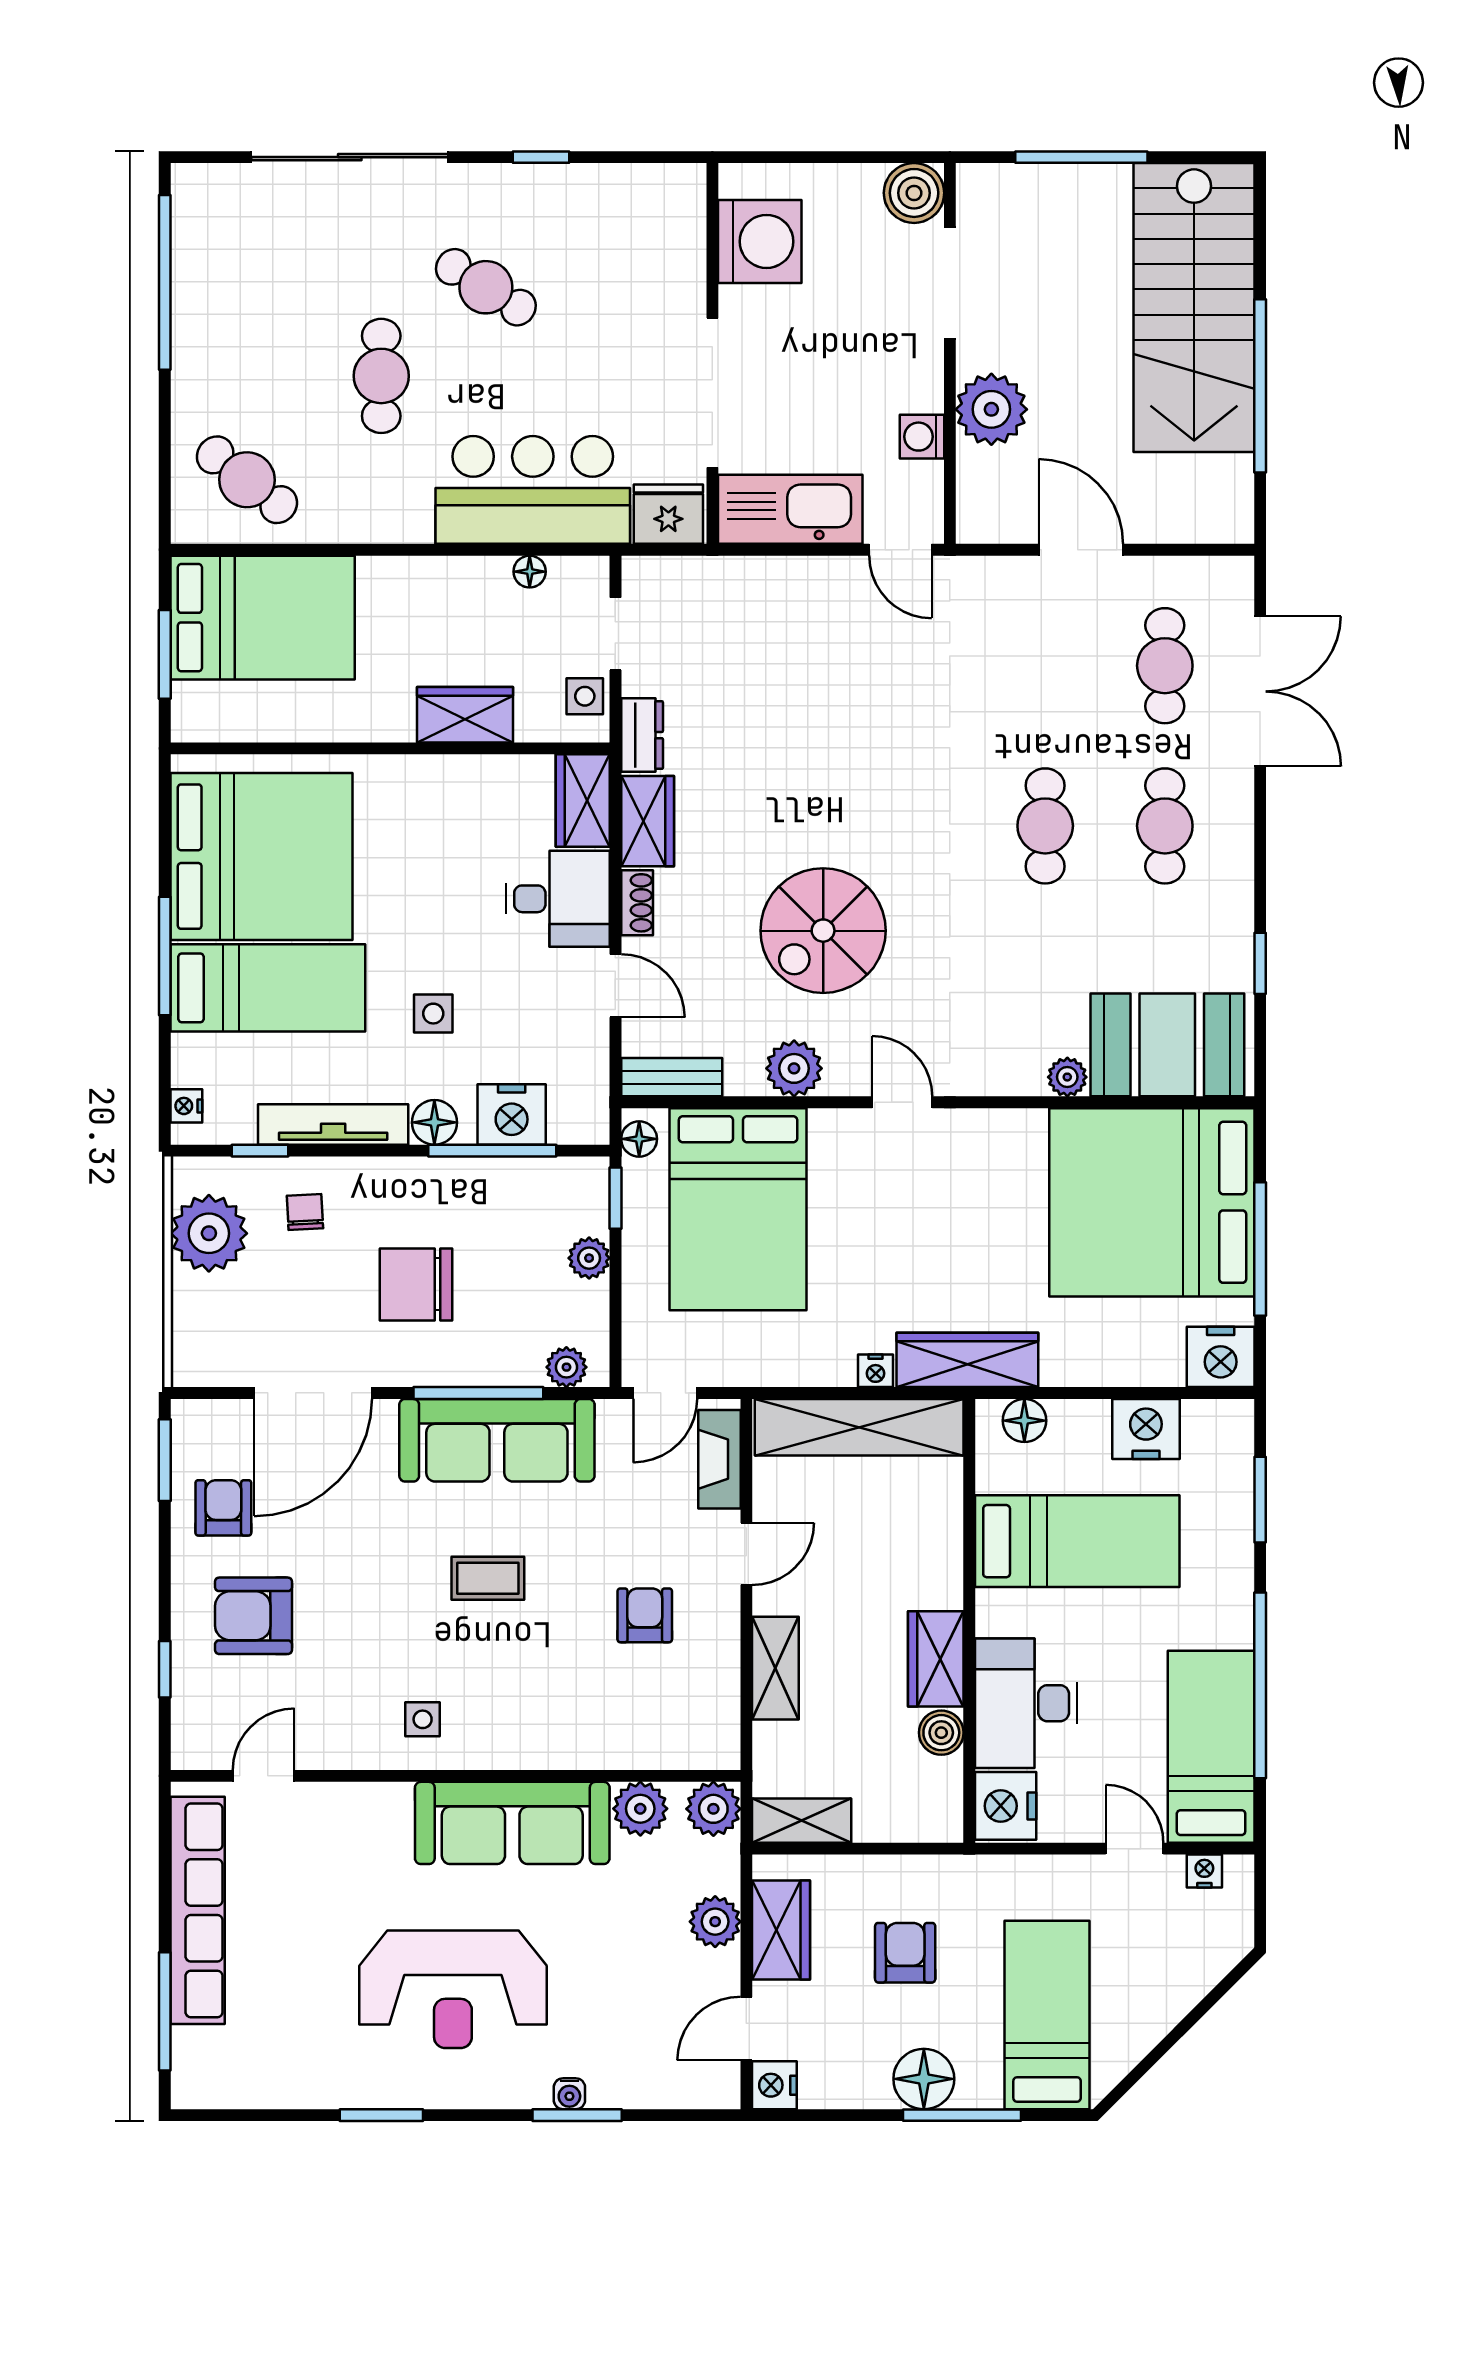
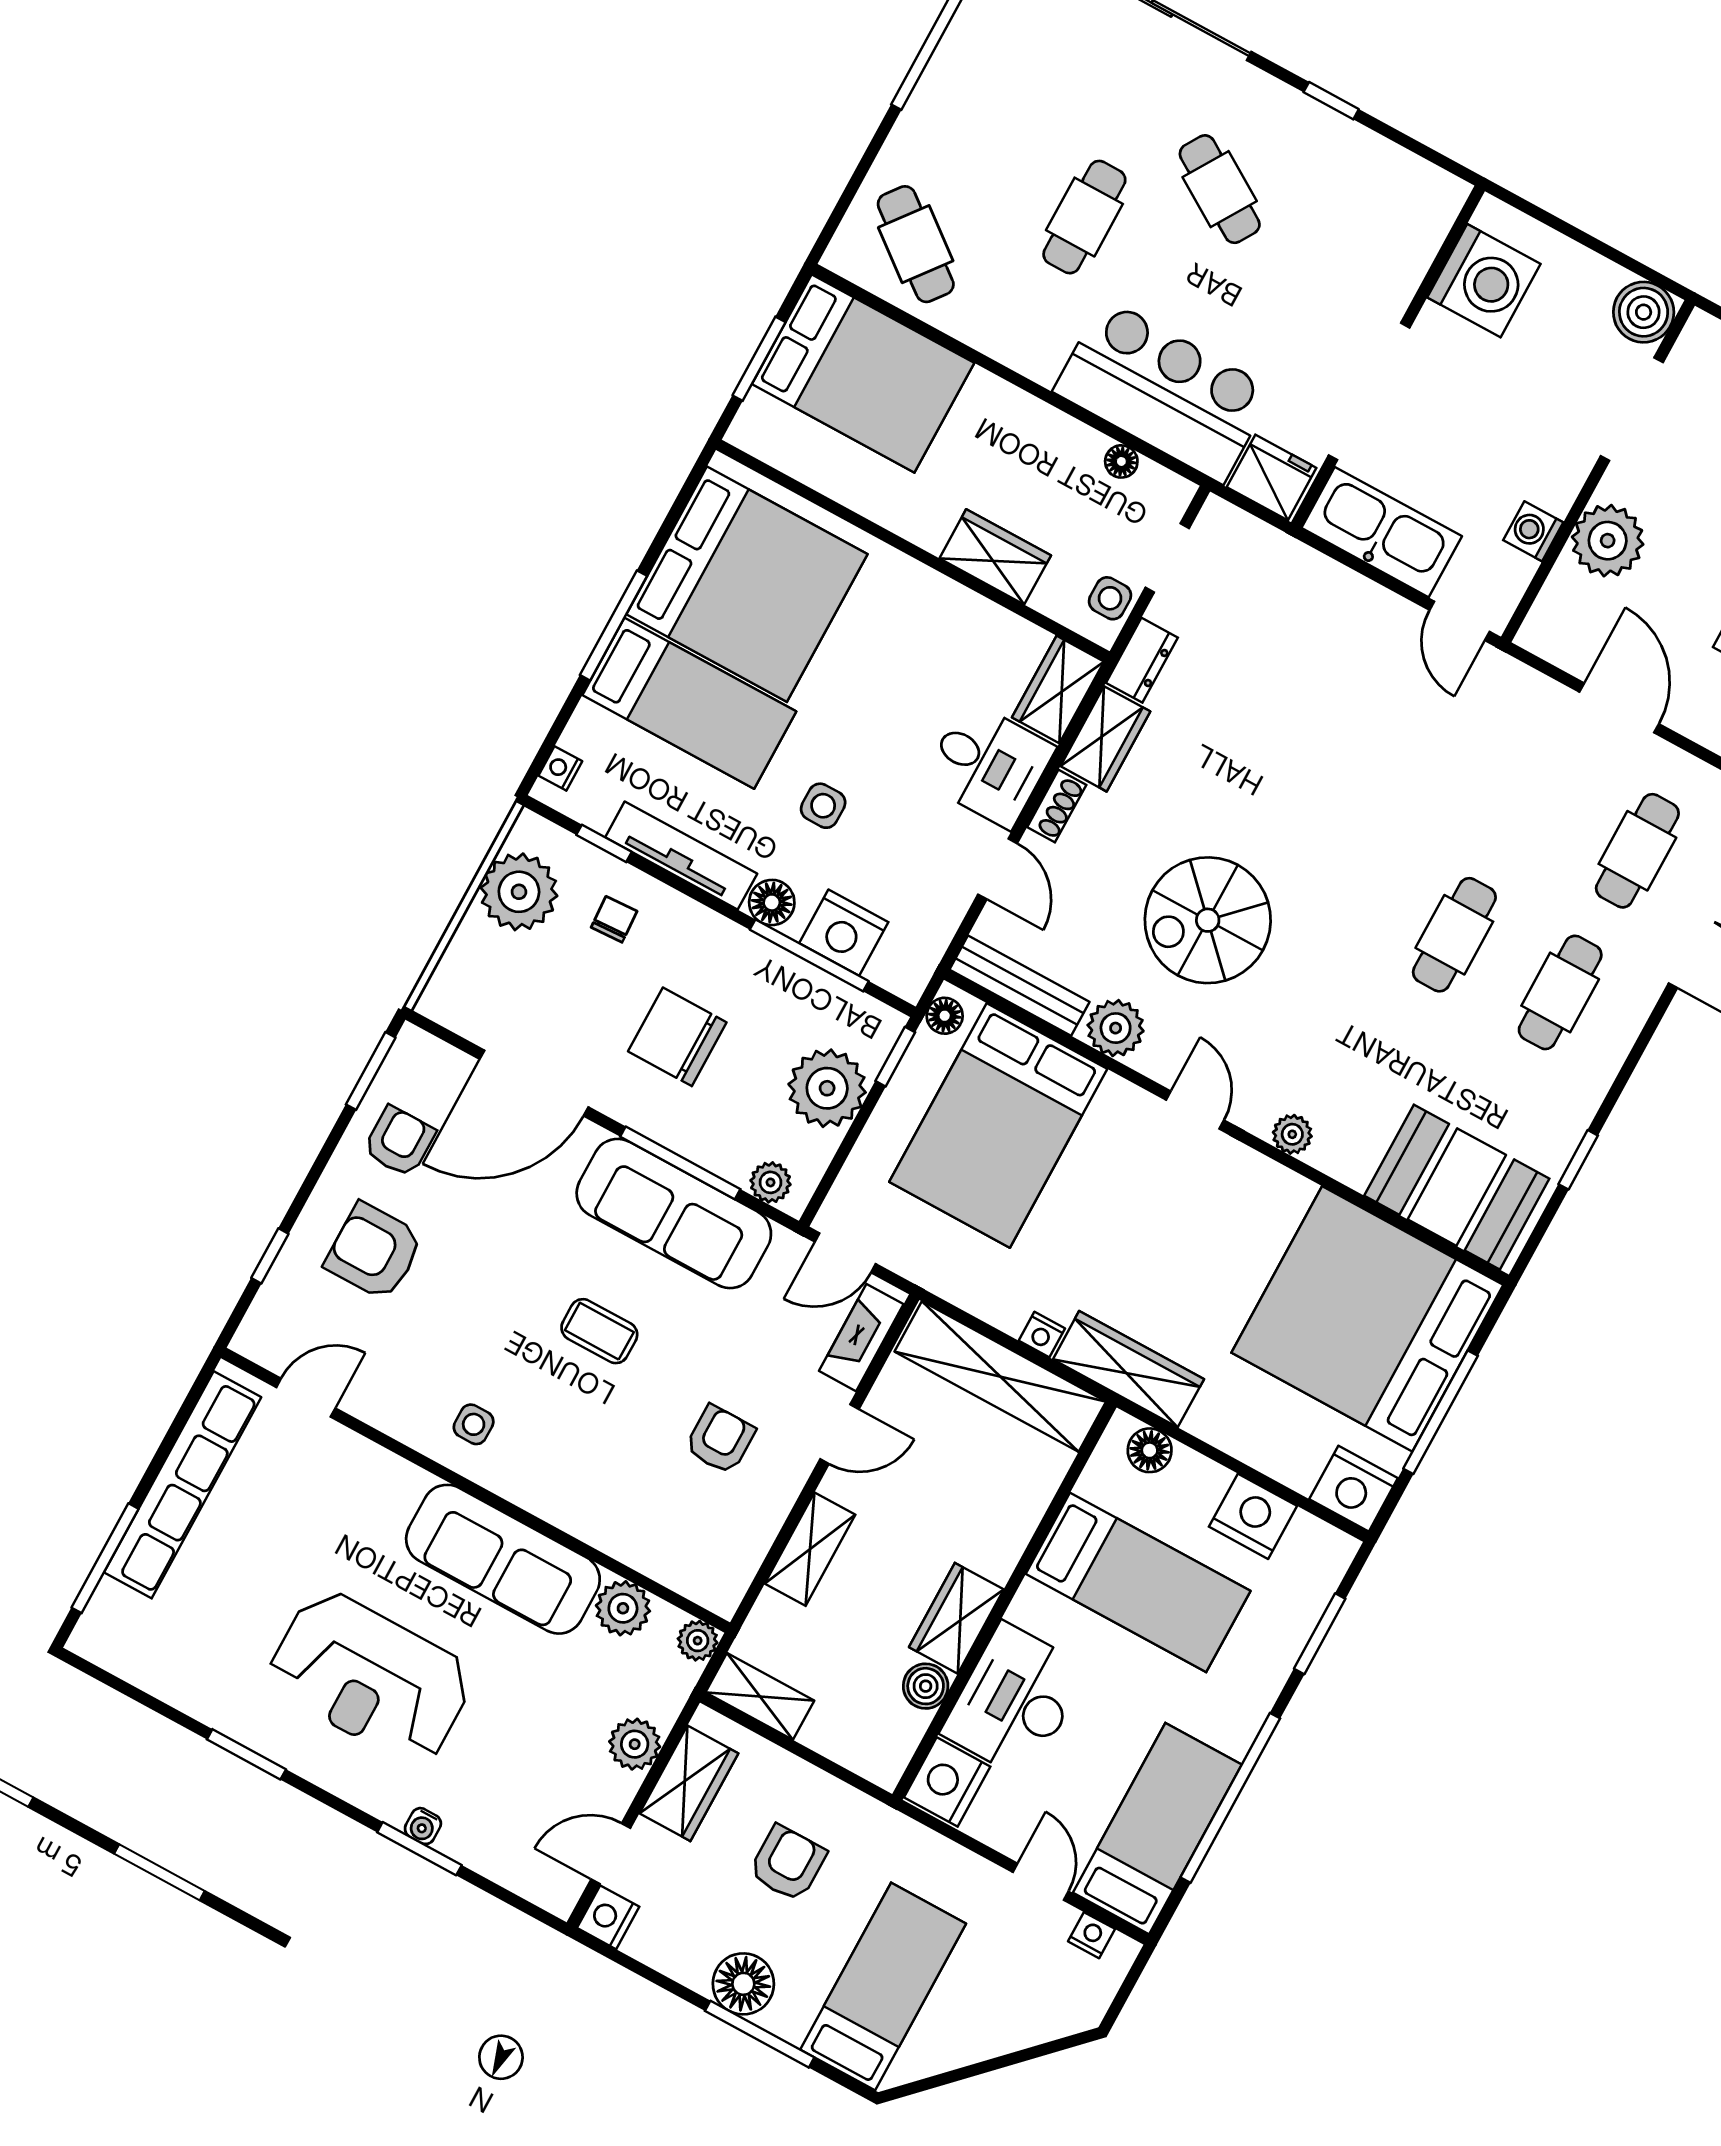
bench: (672, 1077) -> (1020, 986), width x1.36
plant: (1067, 1077) -> (1292, 1134), moved
plant: (589, 1258) -> (827, 1088), width x1.88, depth x1.88
plant: (713, 1809) -> (698, 1641), width x0.73, depth x0.73

